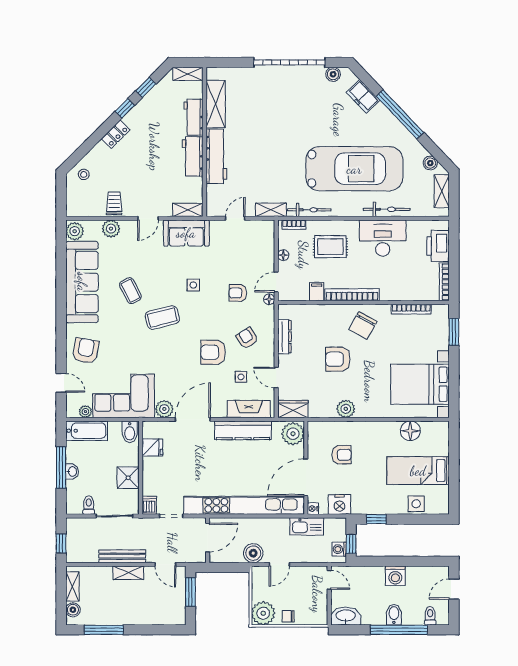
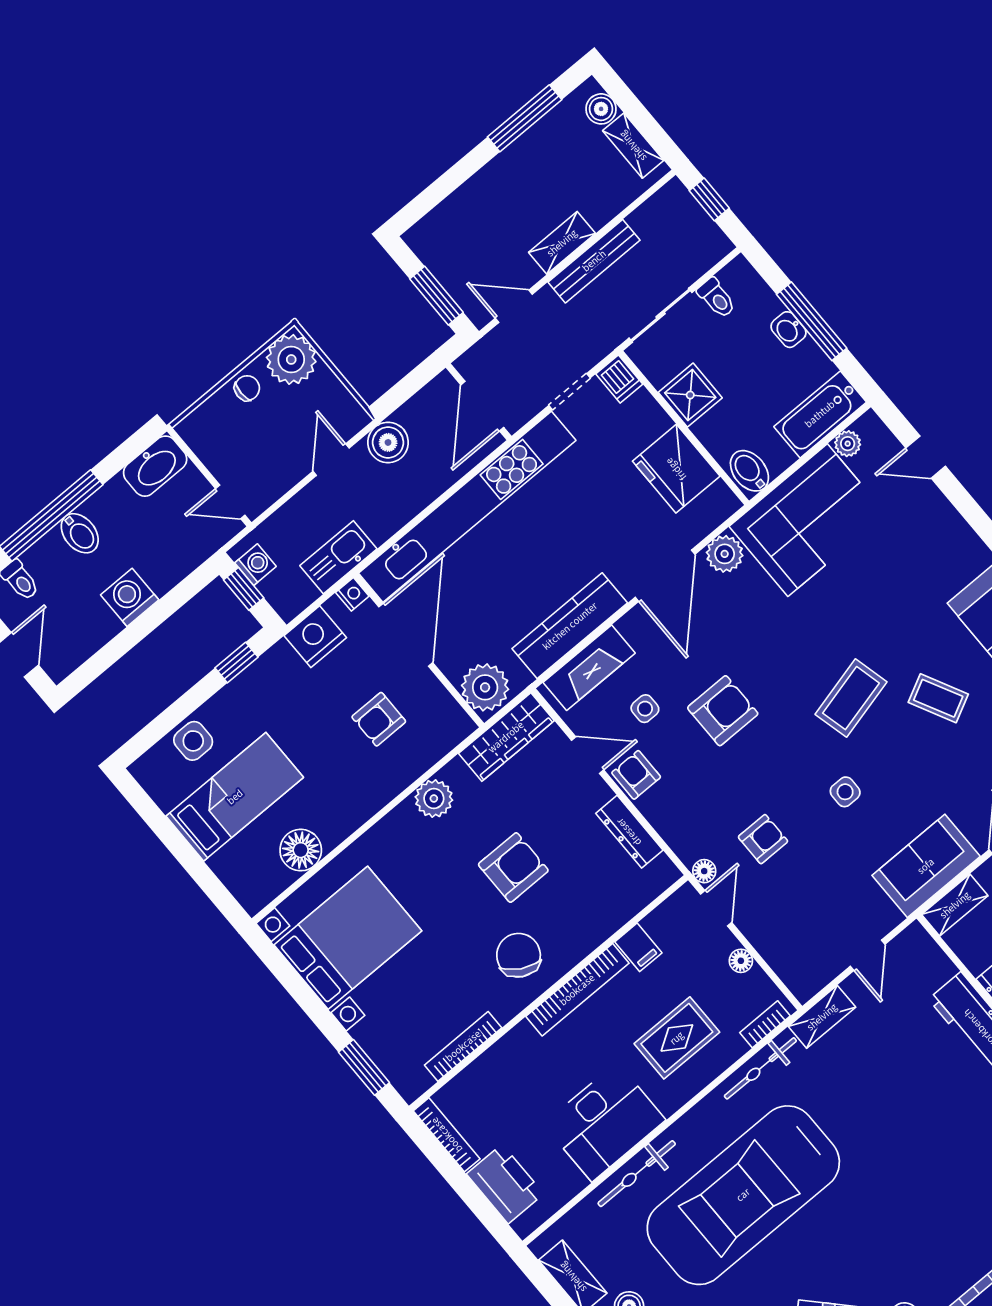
armchair: (247, 338) -> (636, 775), moved, turned -148
armchair: (86, 351) -> (929, 541), removed
wardrobe: (293, 409) -> (506, 737), width x1.50
fridge: (152, 447) -> (676, 469), width x1.88, depth x1.34

